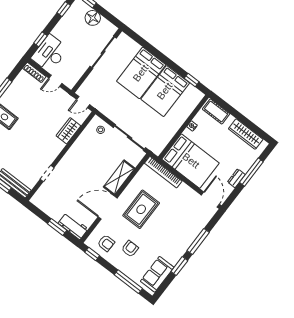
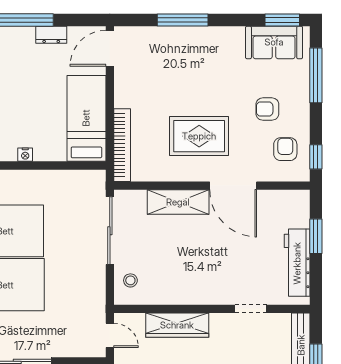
wardrobe: (68, 131) -> (177, 325), width x1.50
bed: (191, 161) -> (86, 118), width x0.67
workbench: (73, 226) -> (297, 263), moved, width x1.37
window: (179, 266) -> (282, 20), moved

